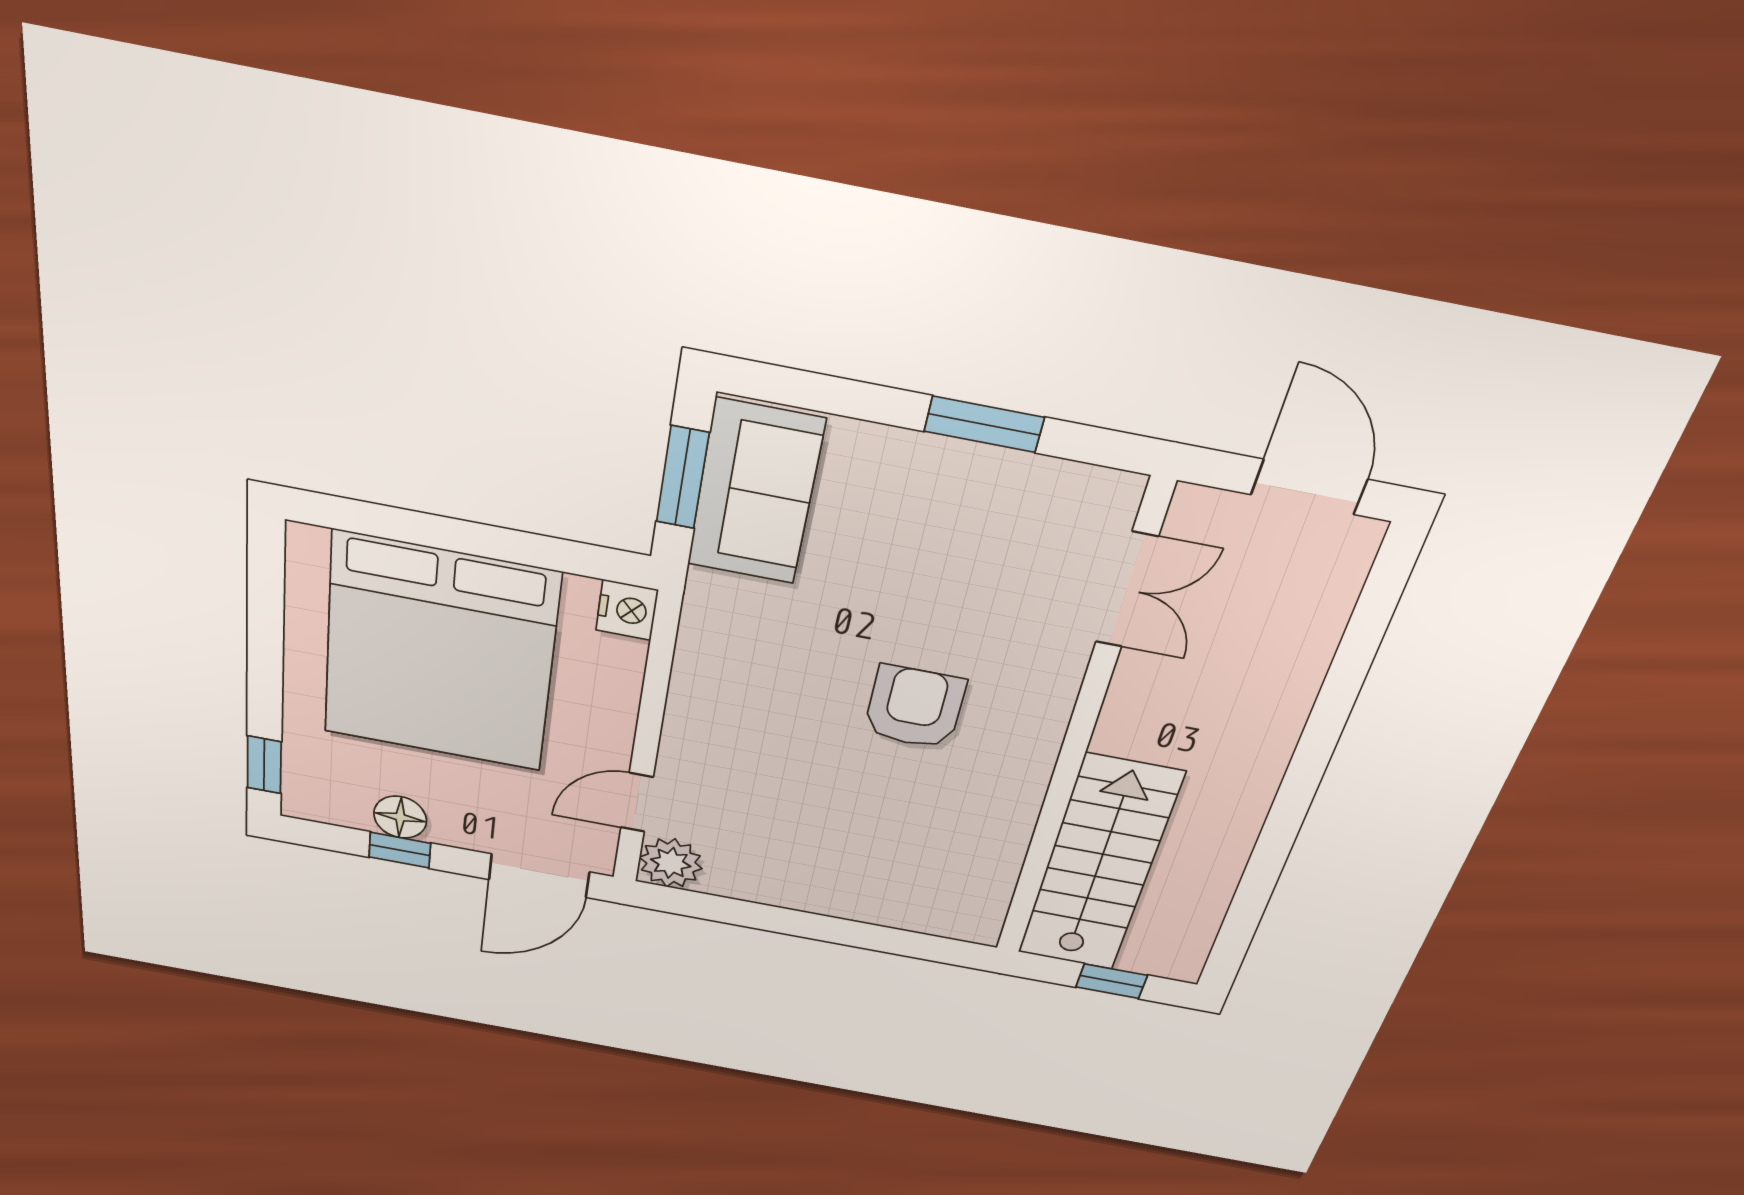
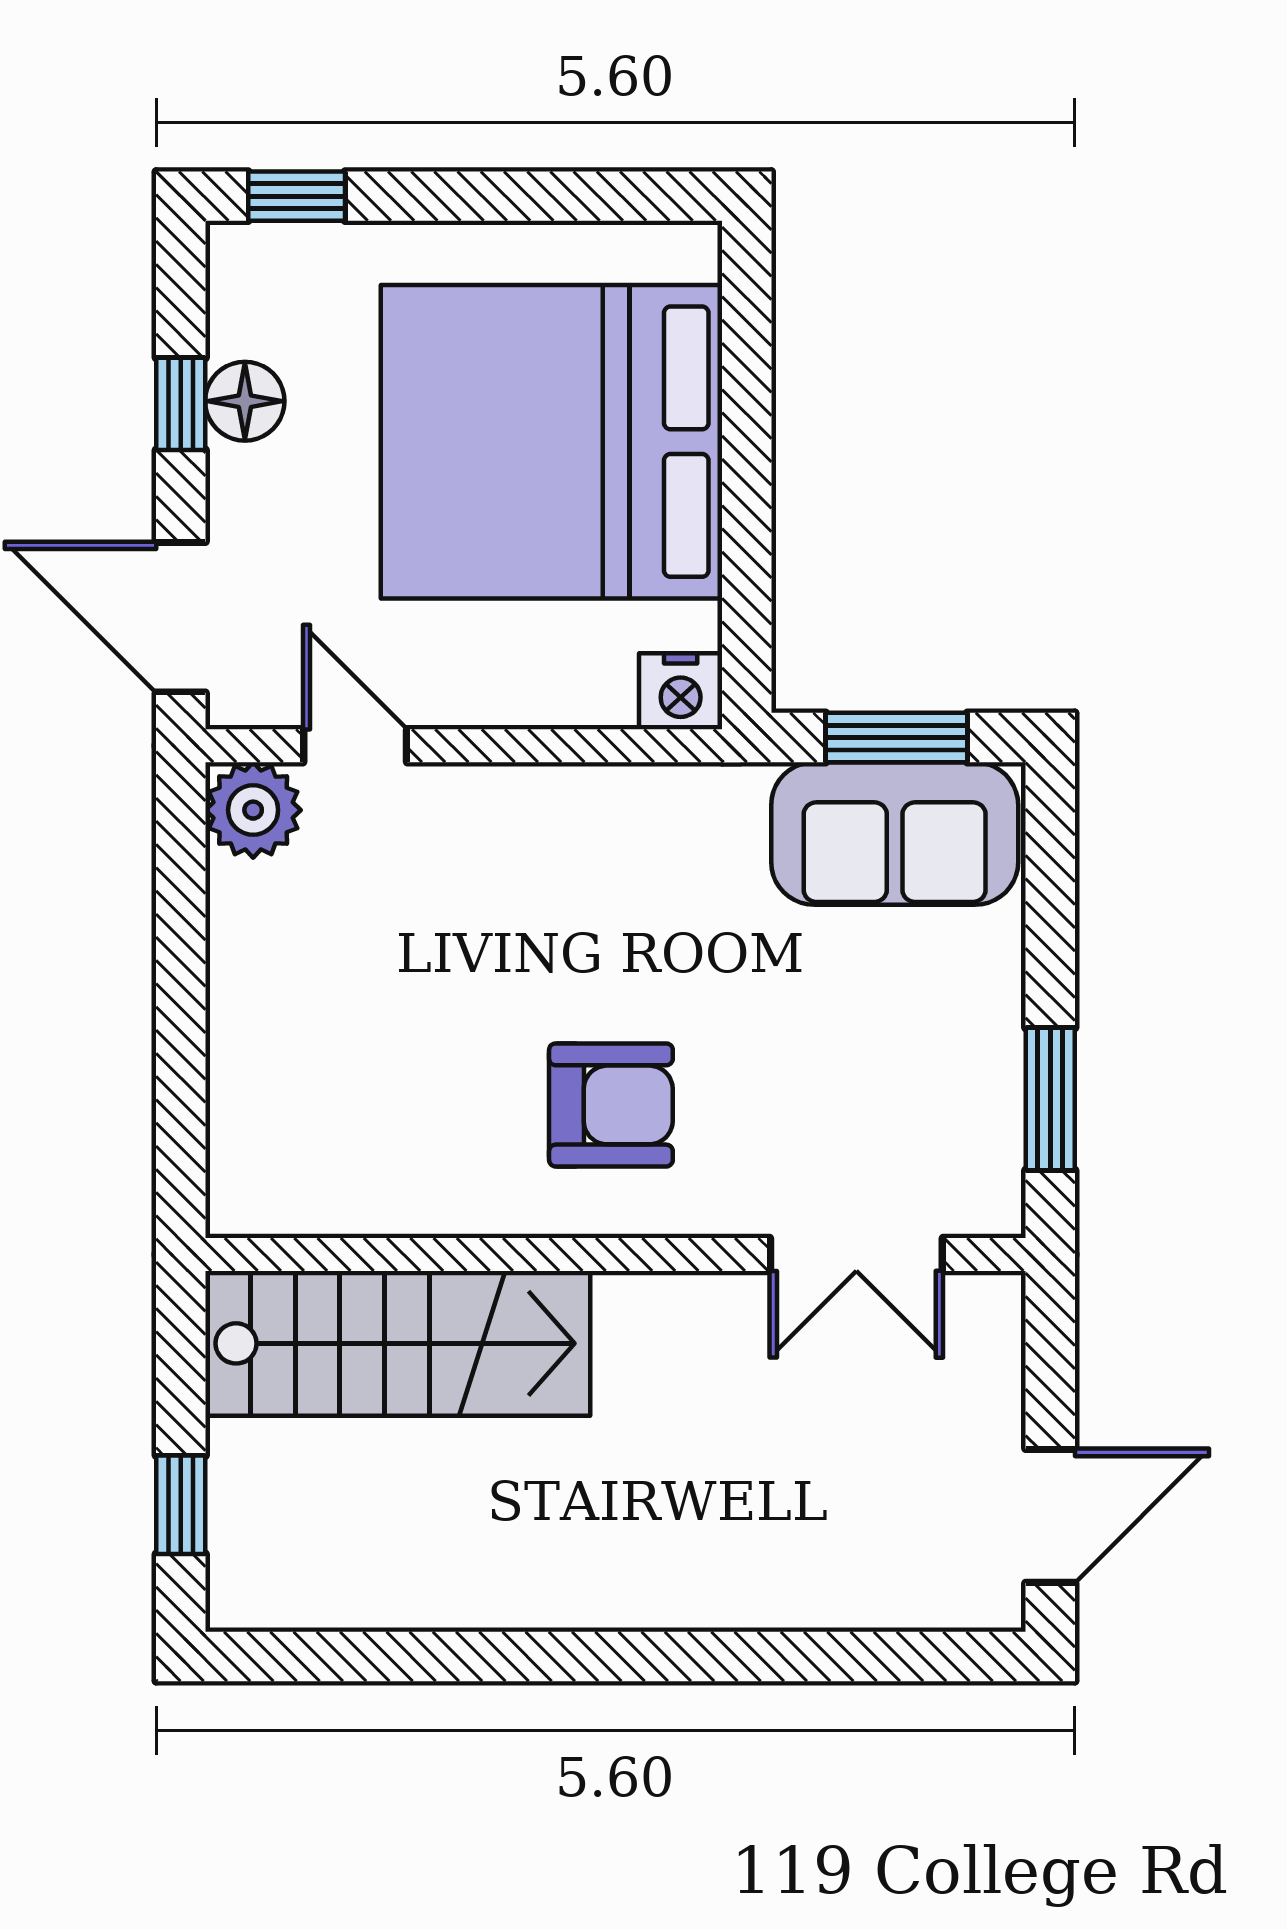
double door: (1127, 590) -> (856, 1254), moved
wall: (1079, 735) -> (615, 1254), moved
stairs: (1099, 865) -> (398, 1343), moved

